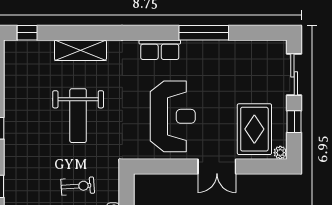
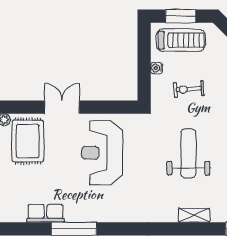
shelving: (80, 50) -> (194, 215), width x0.67, depth x0.75
row of seats: (160, 50) -> (45, 213), moved

